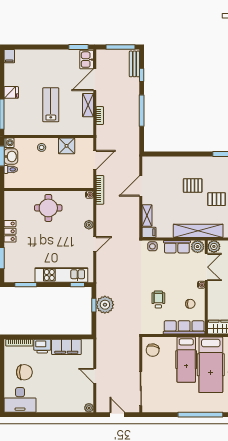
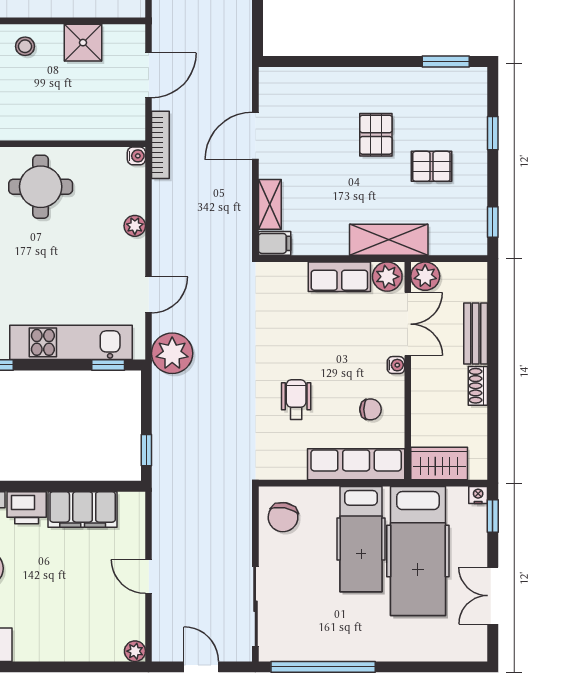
pallet: (193, 186) -> (376, 135), turned 90
shelving: (198, 231) -> (389, 240), width x0.68
door: (95, 244) -> (149, 295), moved
side table: (152, 246) -> (282, 276), removed
window: (94, 305) -> (146, 450), moved
plant: (105, 305) -> (172, 353), moved
window: (200, 415) -> (323, 667), moved

